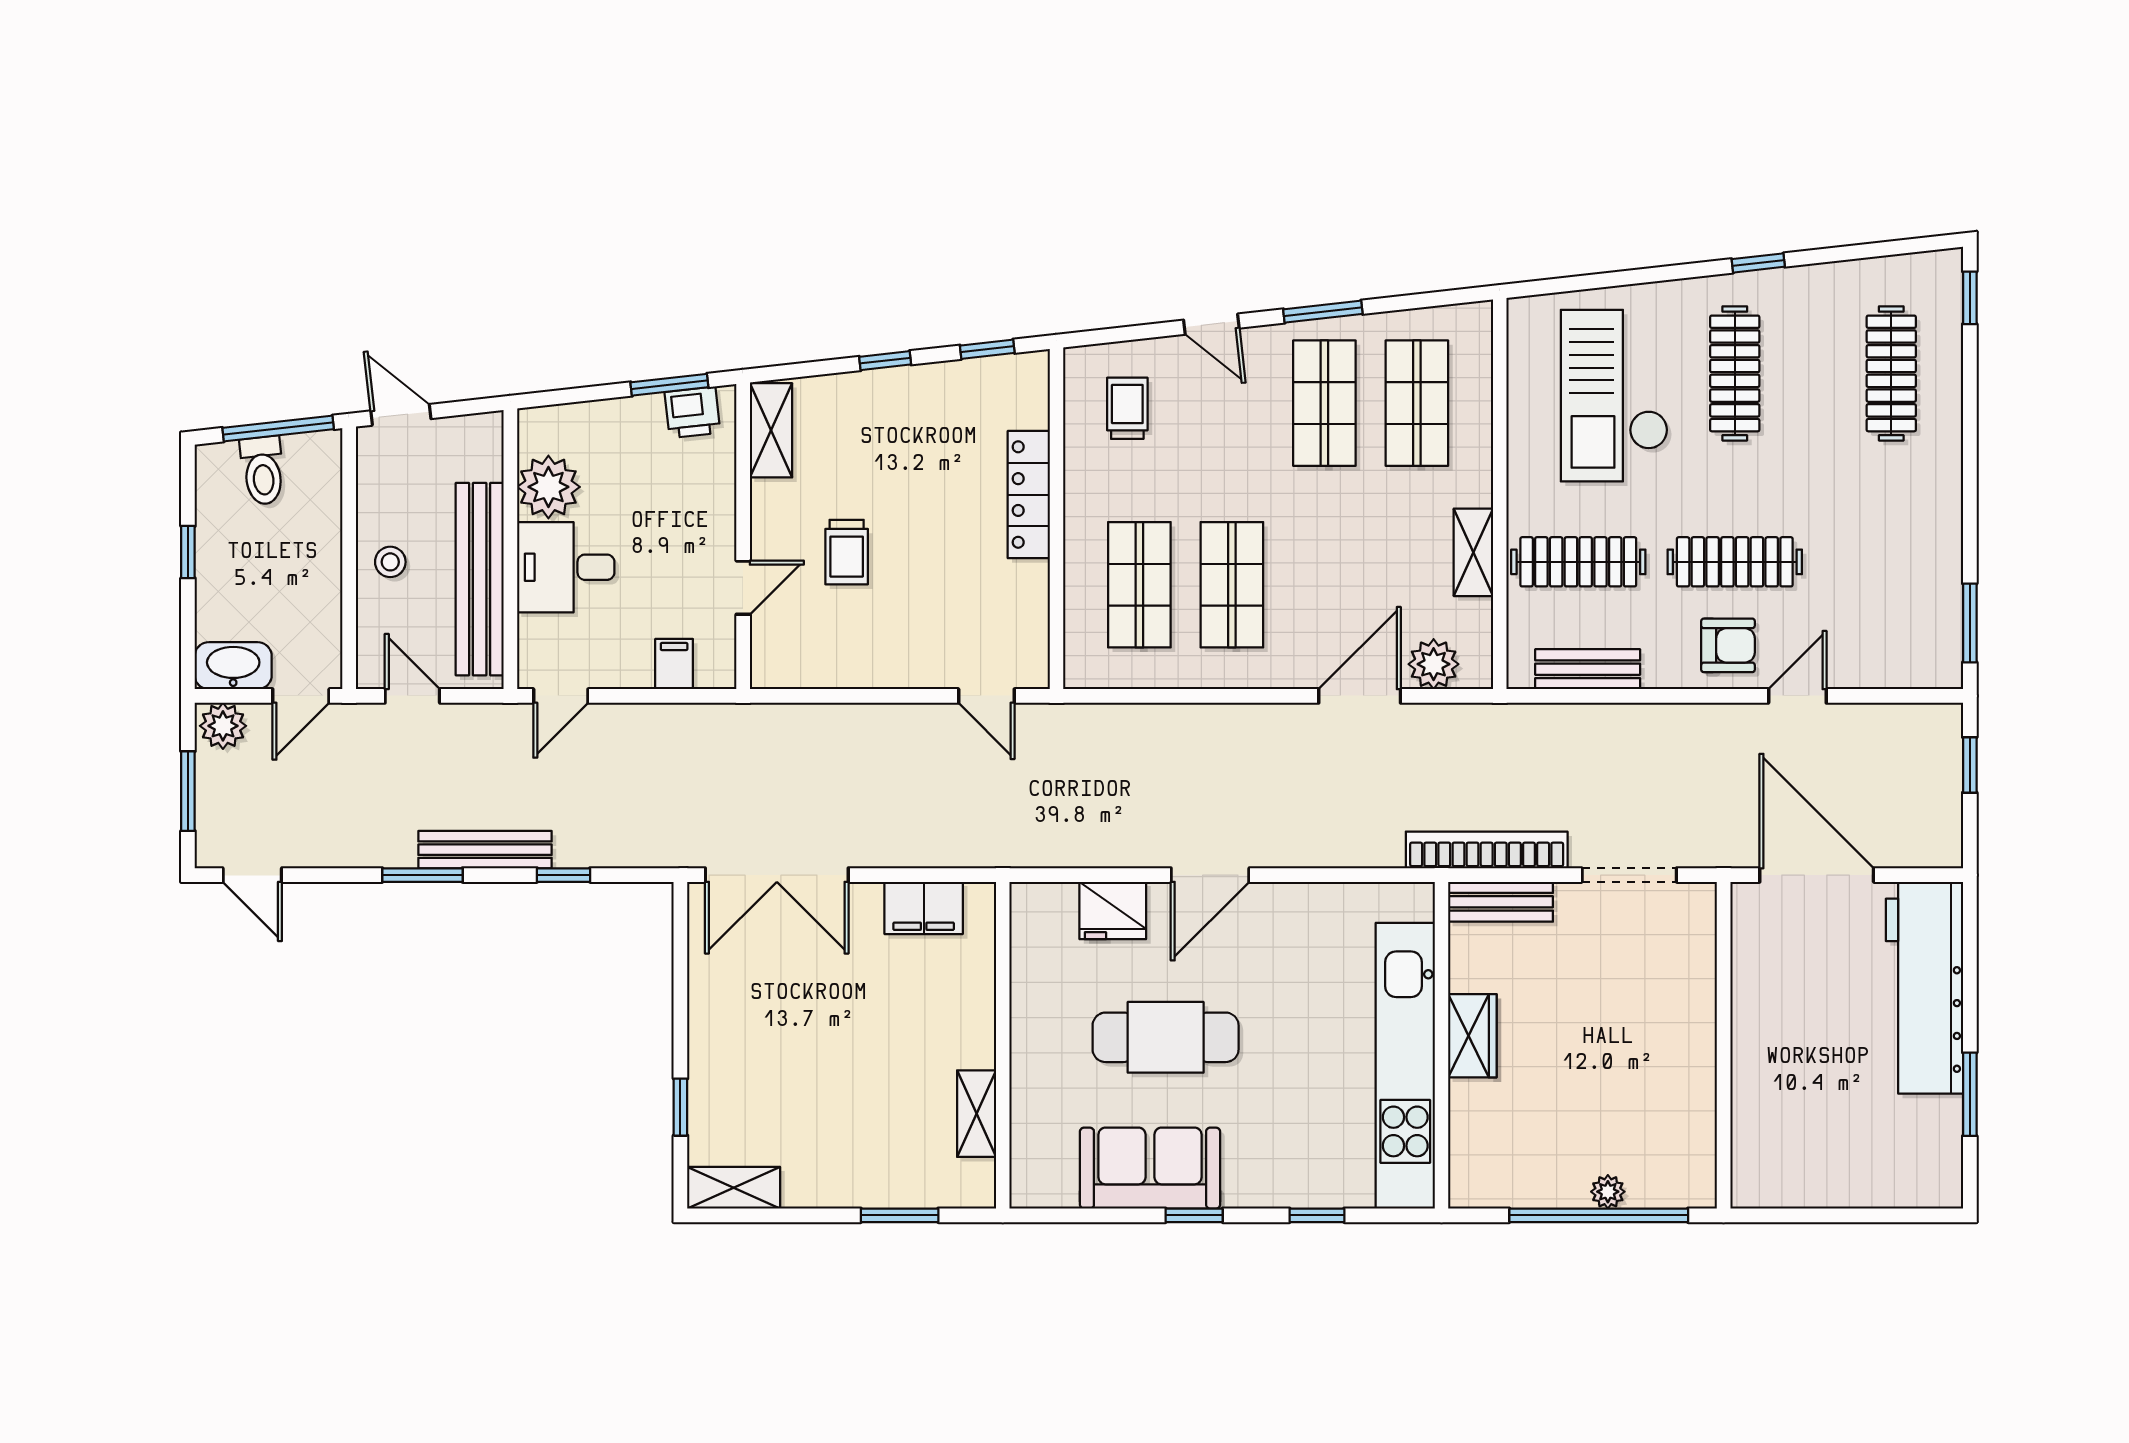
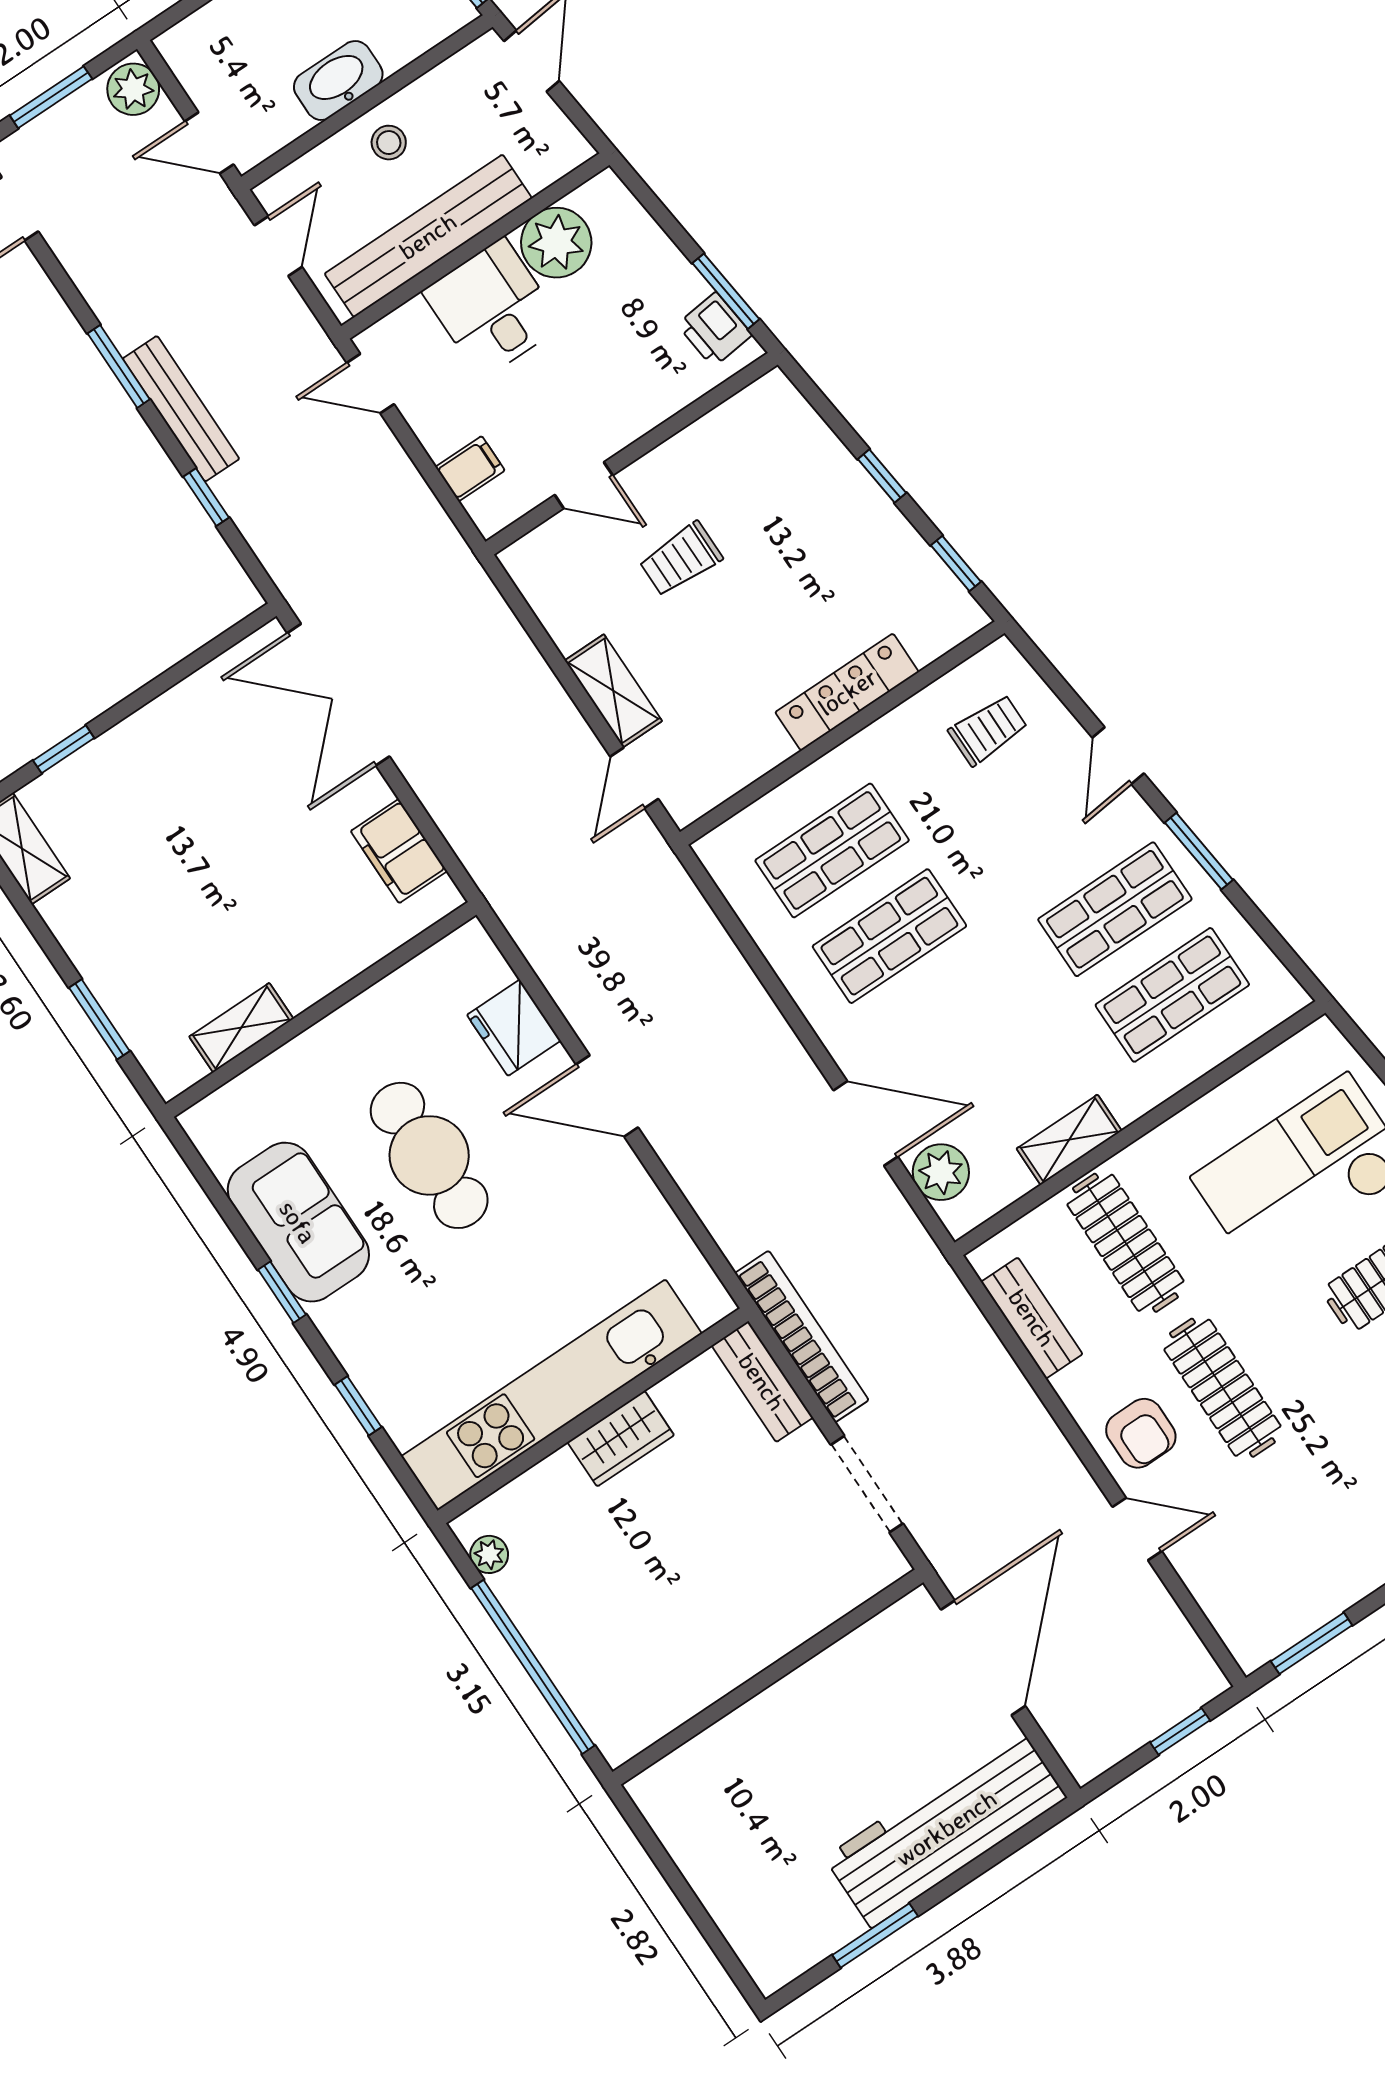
shelving: (771, 430) -> (613, 691), moved, turned 90
washbasin: (233, 666) -> (338, 81), moved, turned -90
plant: (1608, 1192) -> (489, 1554), moved

